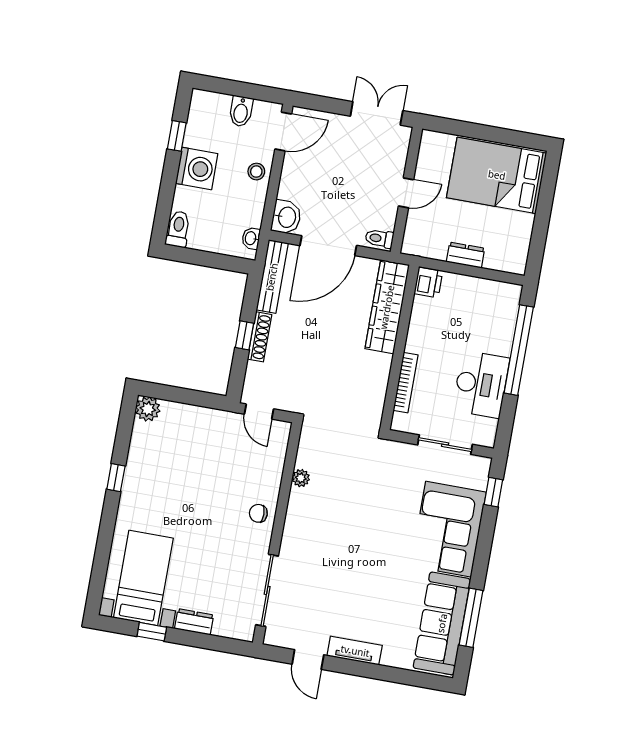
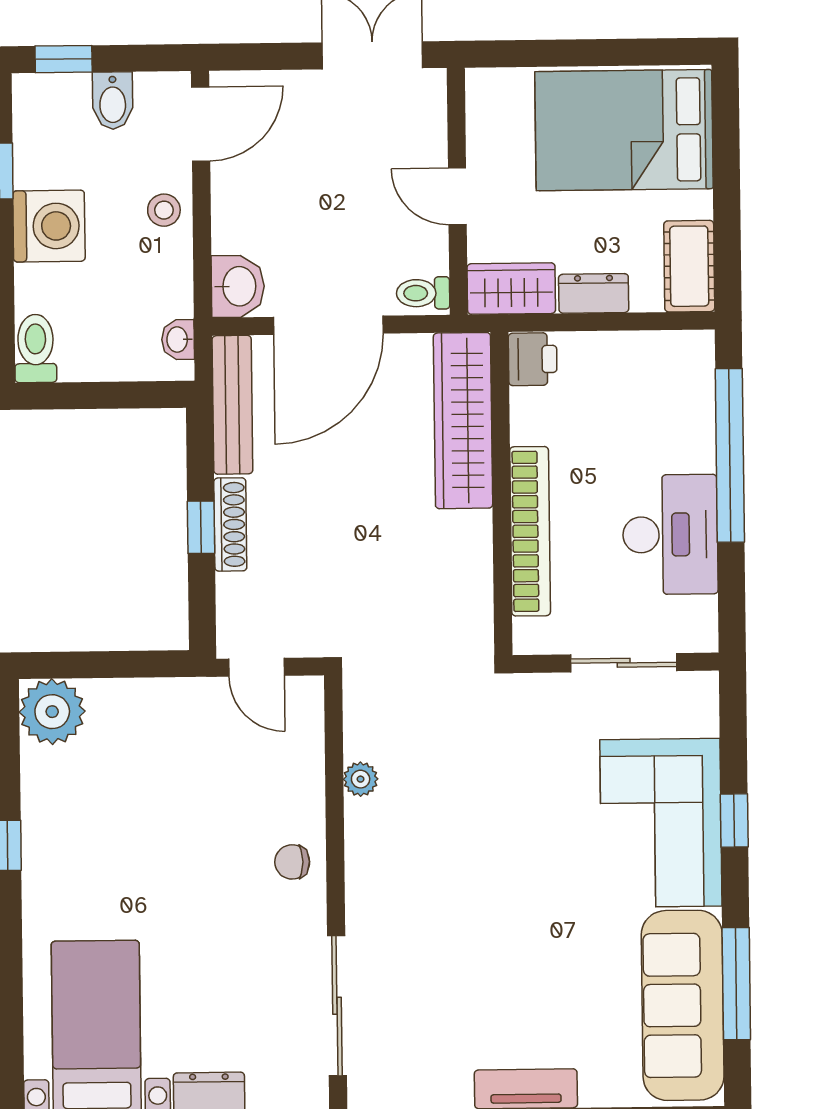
window: (220, 86) -> (64, 59), added
door: (406, 193) -> (457, 196), swing flipped
wardrobe: (424, 245) -> (511, 289), added
cot: (516, 250) -> (689, 266), added
bookcase: (406, 383) -> (530, 531), width x1.48, depth x1.31
plant: (148, 409) -> (52, 712), width x1.36, depth x1.36
window: (493, 492) -> (734, 820), moved

